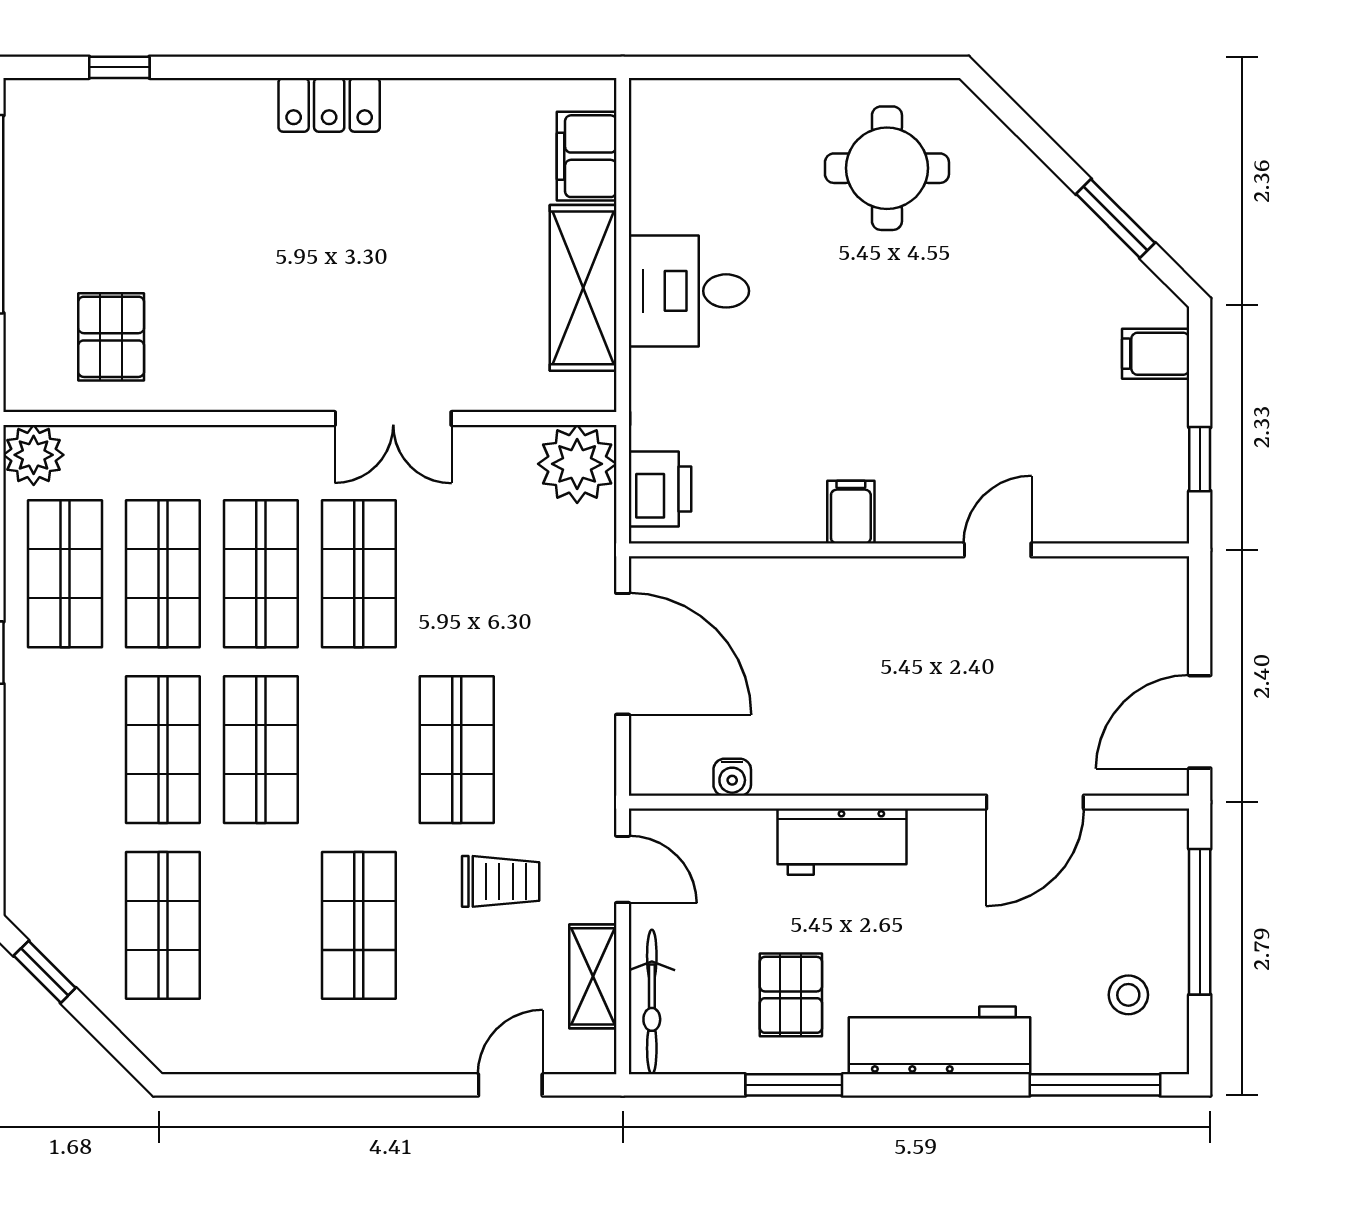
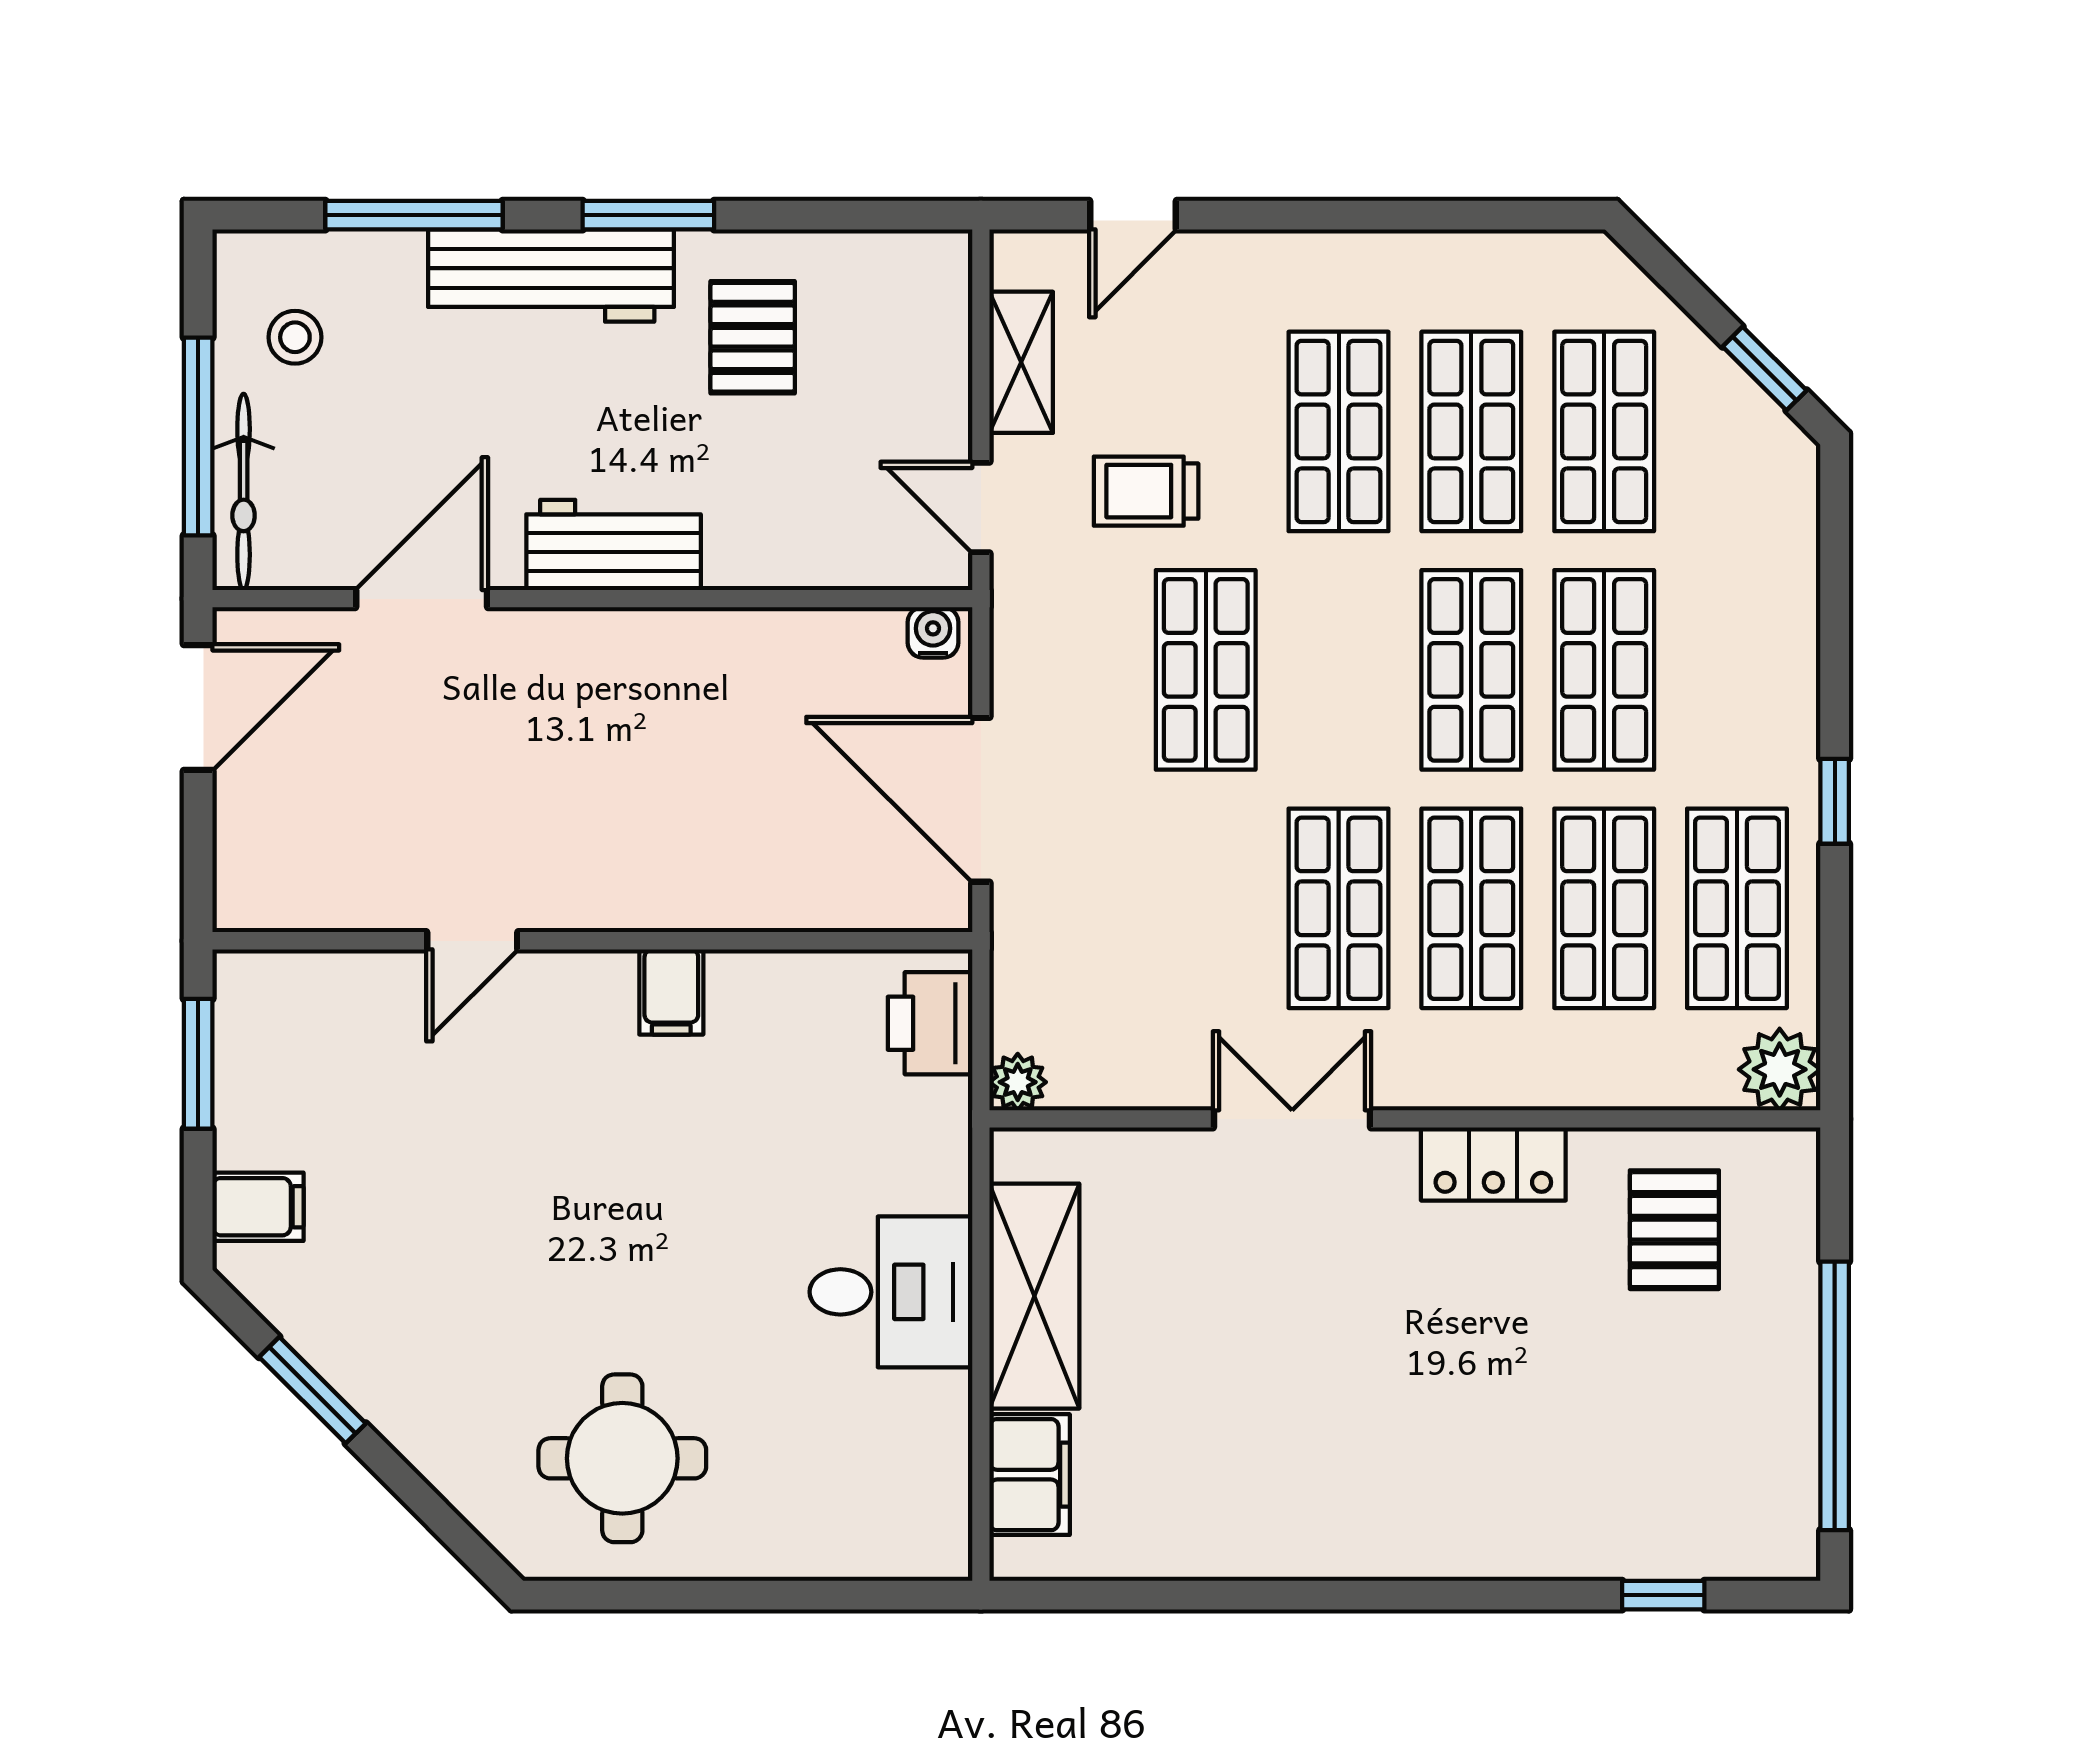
locker: (329, 105) -> (1493, 1164), moved, turned 180
window: (1200, 459) -> (198, 1064), width x1.50
plant: (577, 464) -> (1018, 1082), width x0.53, depth x0.53
water cooler: (732, 777) -> (933, 632), moved
workbench: (842, 842) -> (614, 545), moved
shop shelf: (261, 925) -> (1471, 431), added
bicycle: (652, 1002) -> (244, 492), moved, turned 180
window: (794, 1085) -> (648, 215), moved
window: (1095, 1085) -> (414, 215), moved

